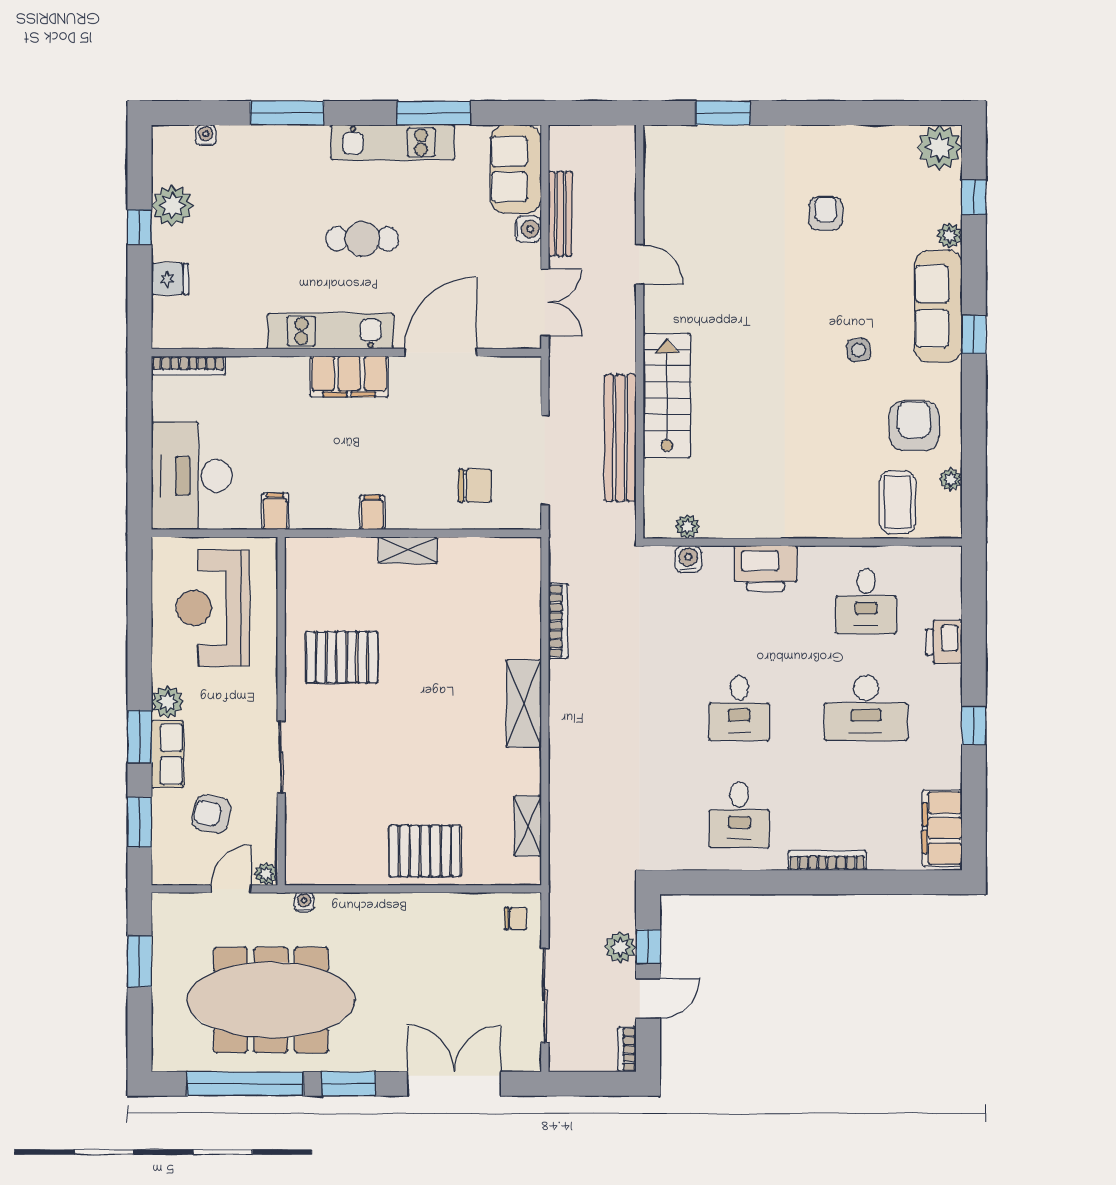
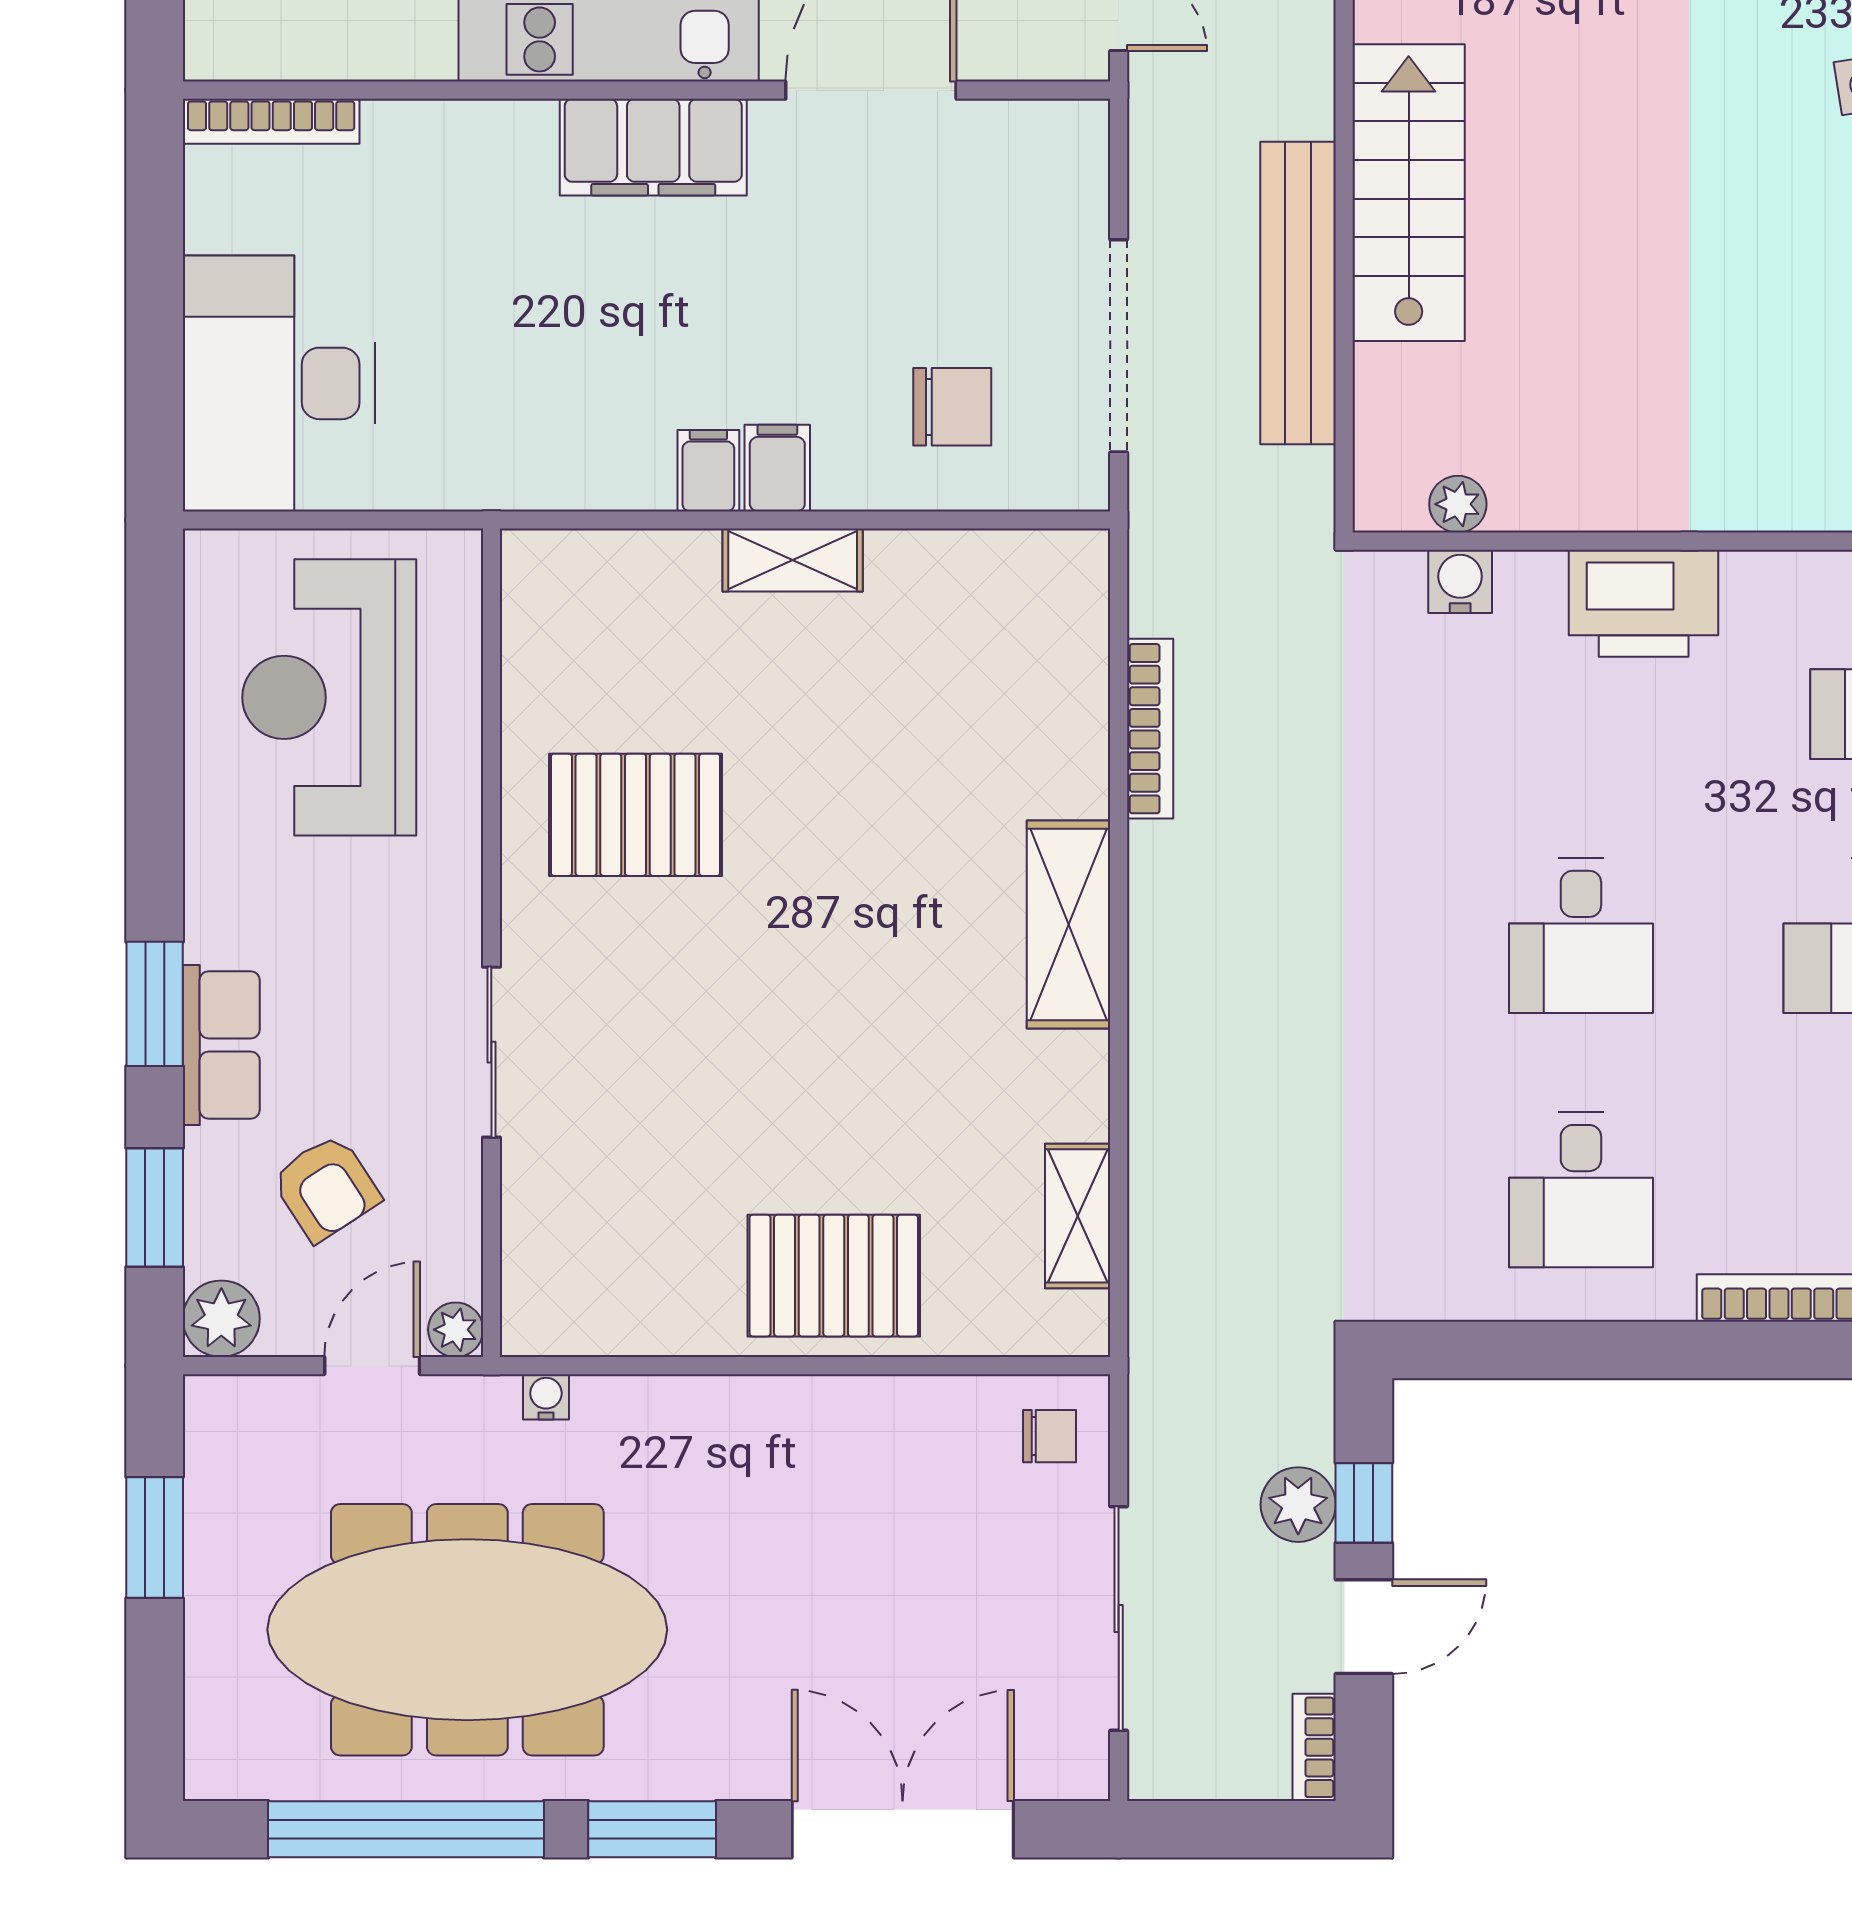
filing cabinet: (275, 511) -> (777, 468), moved
plant: (167, 702) -> (221, 1319), moved
armchair: (211, 814) -> (326, 1188), turned -135

